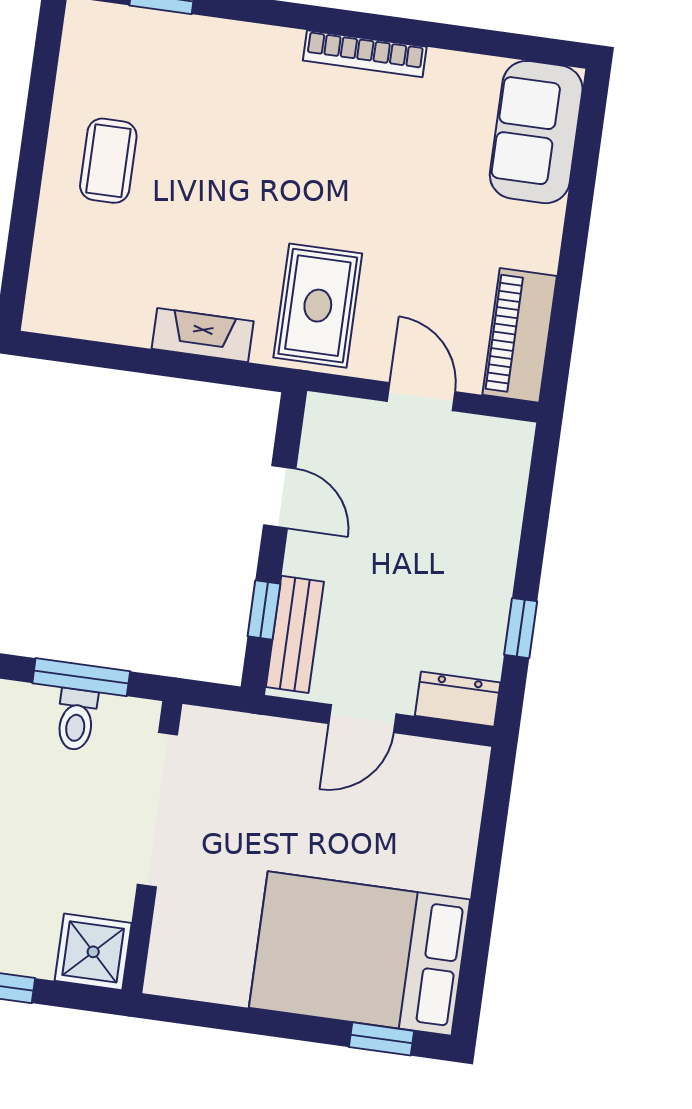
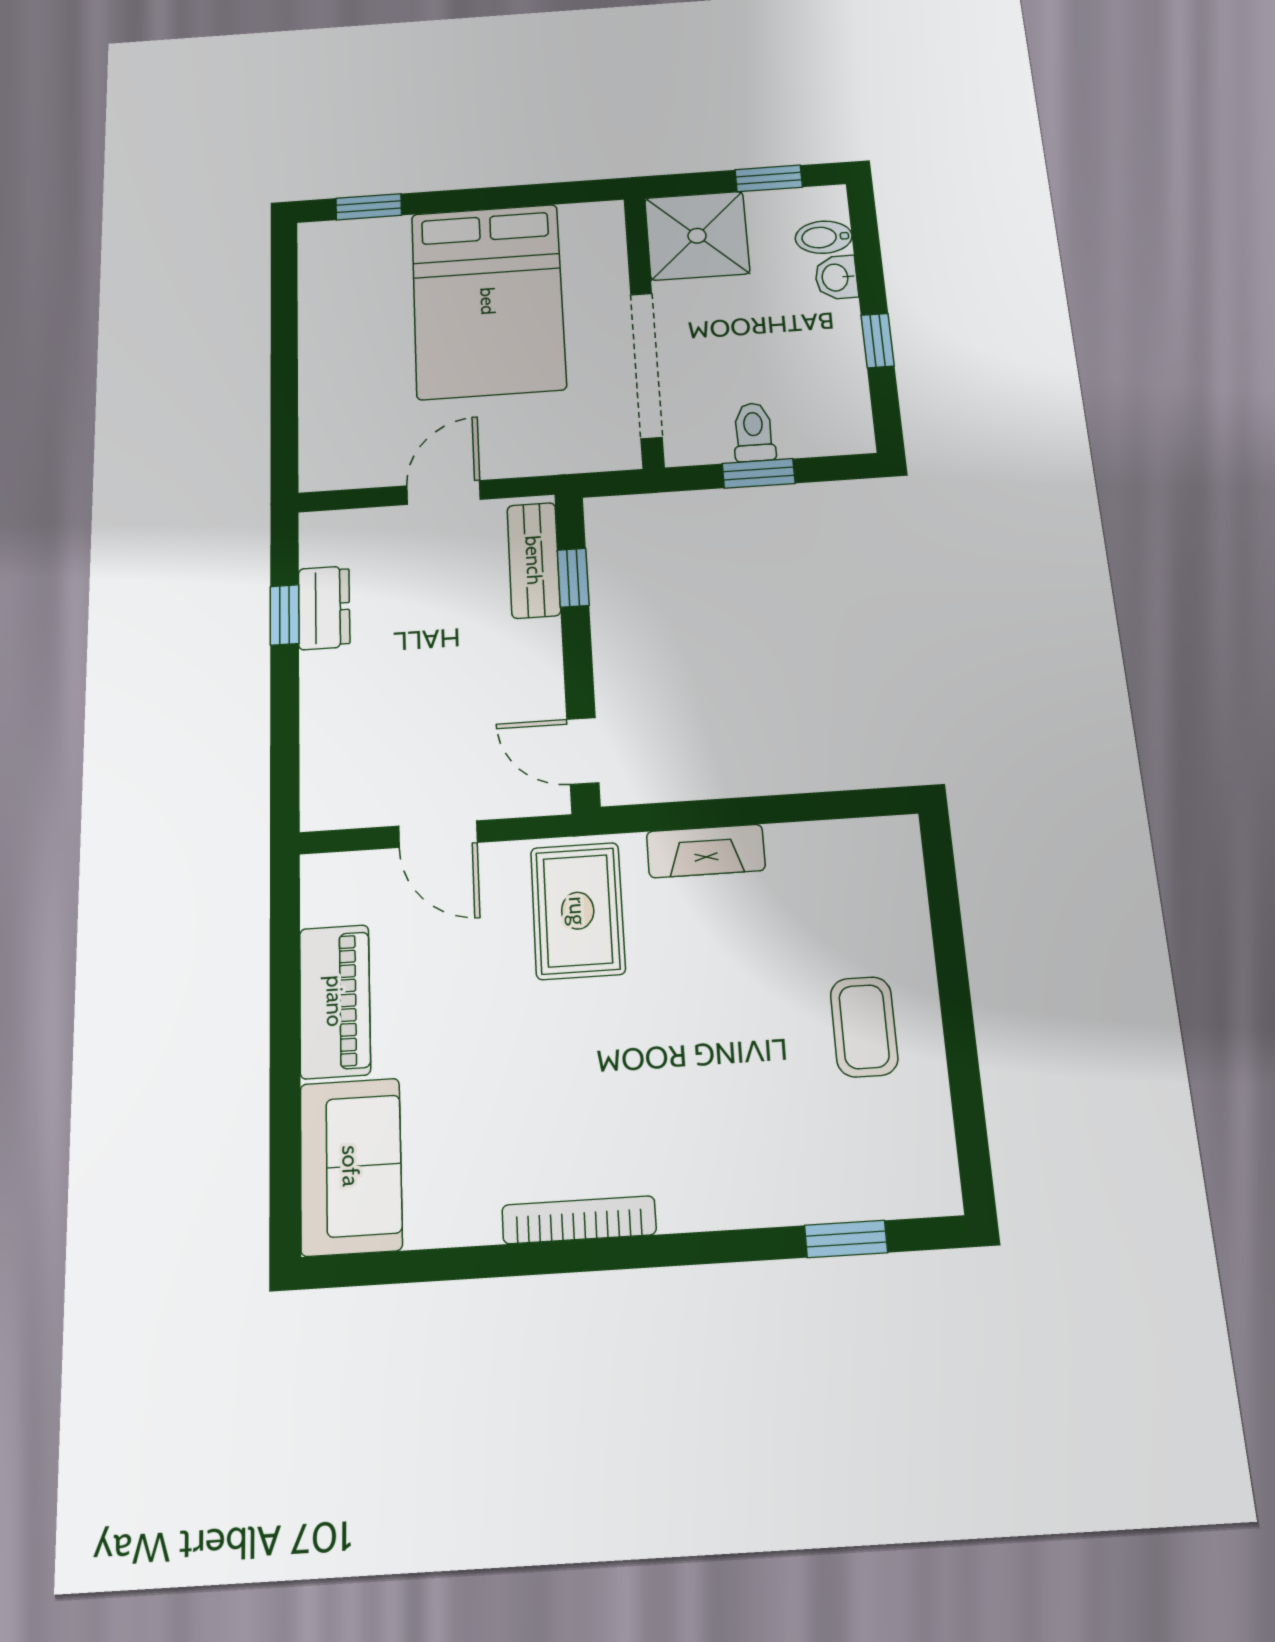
piano: (520, 335) -> (335, 1001), moved
door: (280, 497) -> (583, 751), moved
window: (81, 677) -> (759, 473), width x0.67
dresser: (458, 699) -> (324, 608), moved, turned -90
shower: (93, 952) -> (697, 236), width x1.36, depth x1.36
bed: (360, 954) -> (488, 301), moved, turned 90

